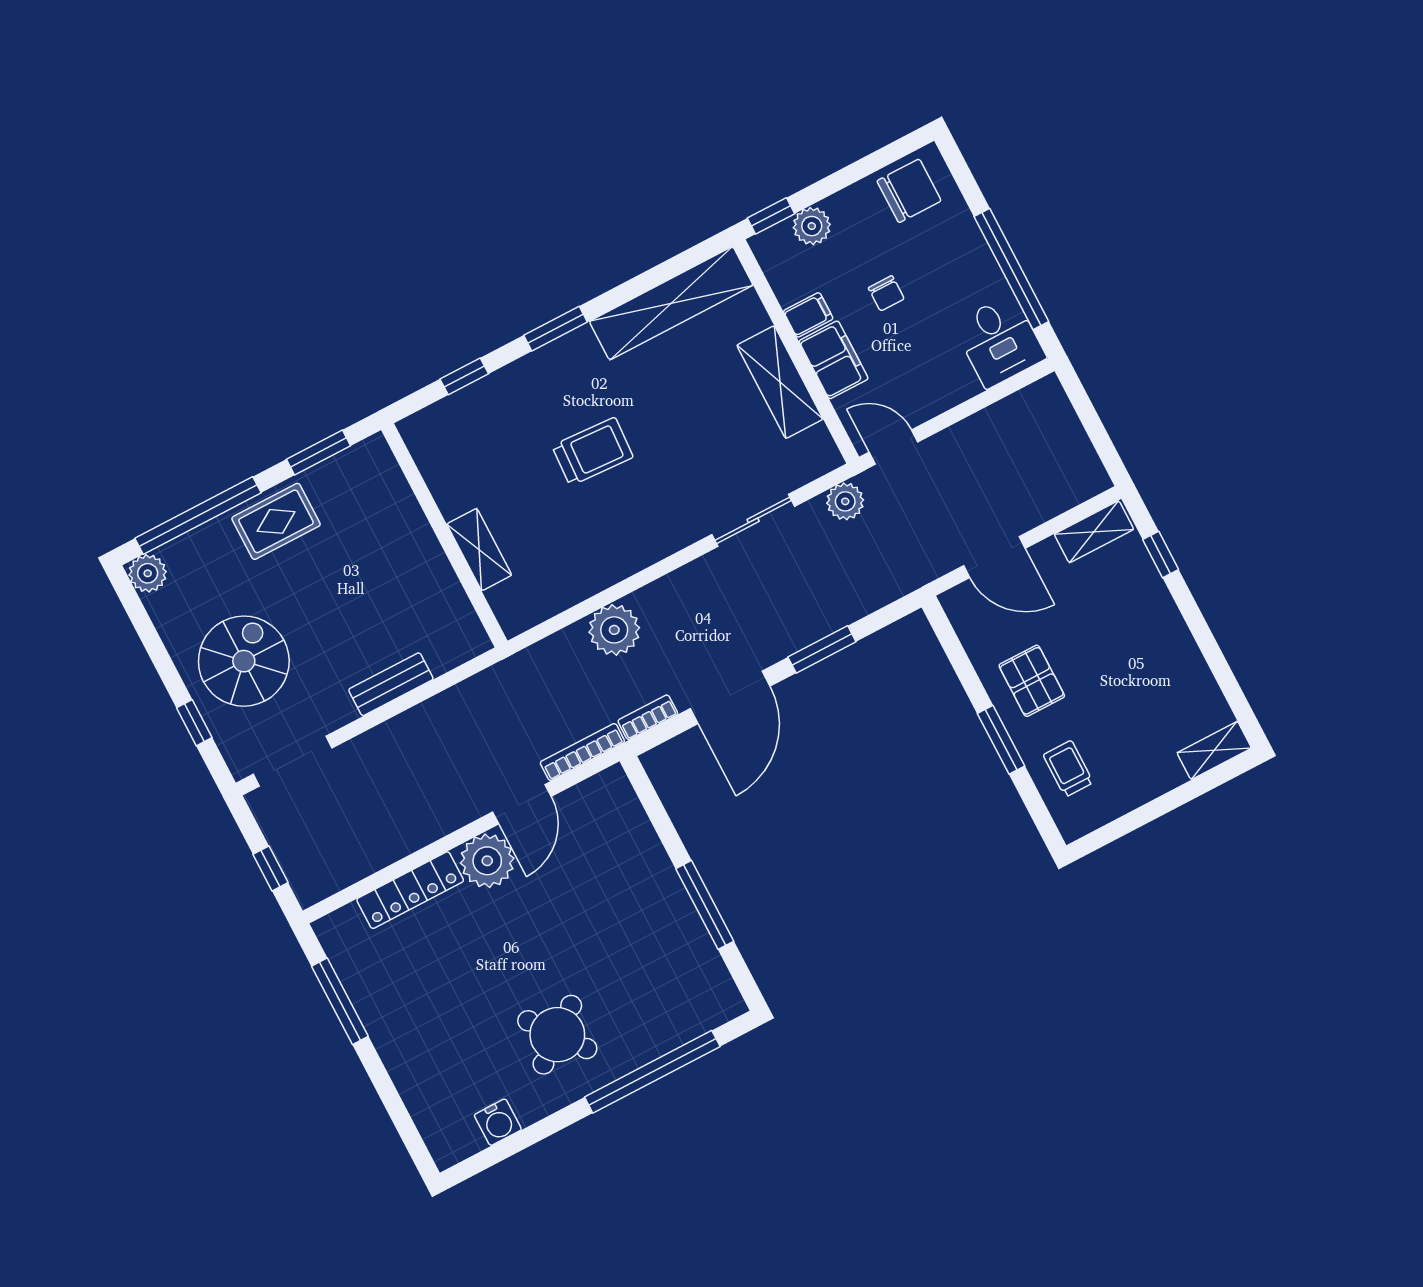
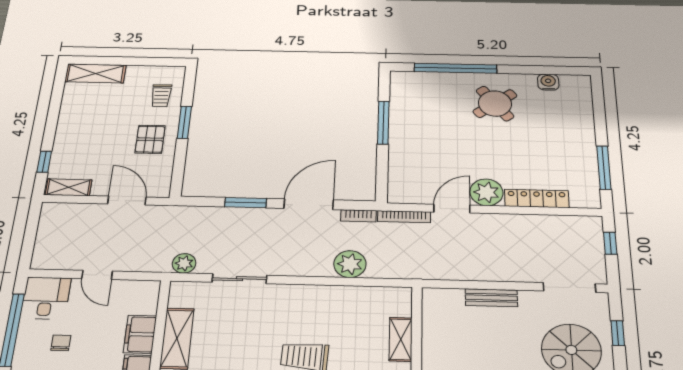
chair: (886, 293) -> (61, 343), moved
door: (894, 447) -> (97, 275), moved
shelving: (1214, 750) -> (95, 73), width x1.50, depth x1.33

